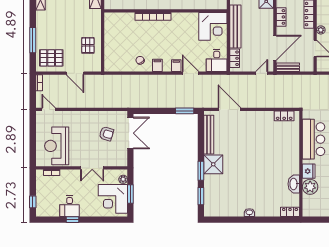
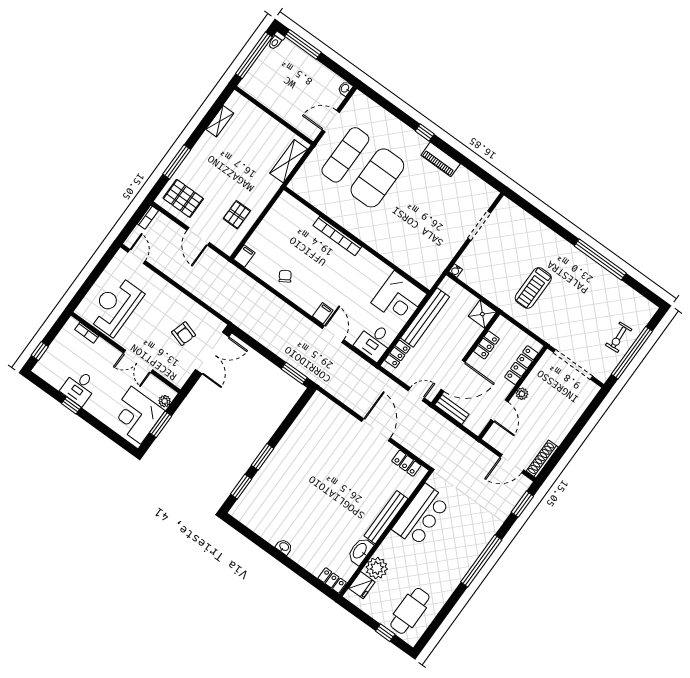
filing cabinet: (157, 65) -> (244, 256), moved
door: (229, 109) -> (376, 430), moved
bench: (209, 135) -> (386, 517), moved
shower: (213, 164) -> (283, 460), removed
fridge: (309, 171) -> (362, 585), moved

